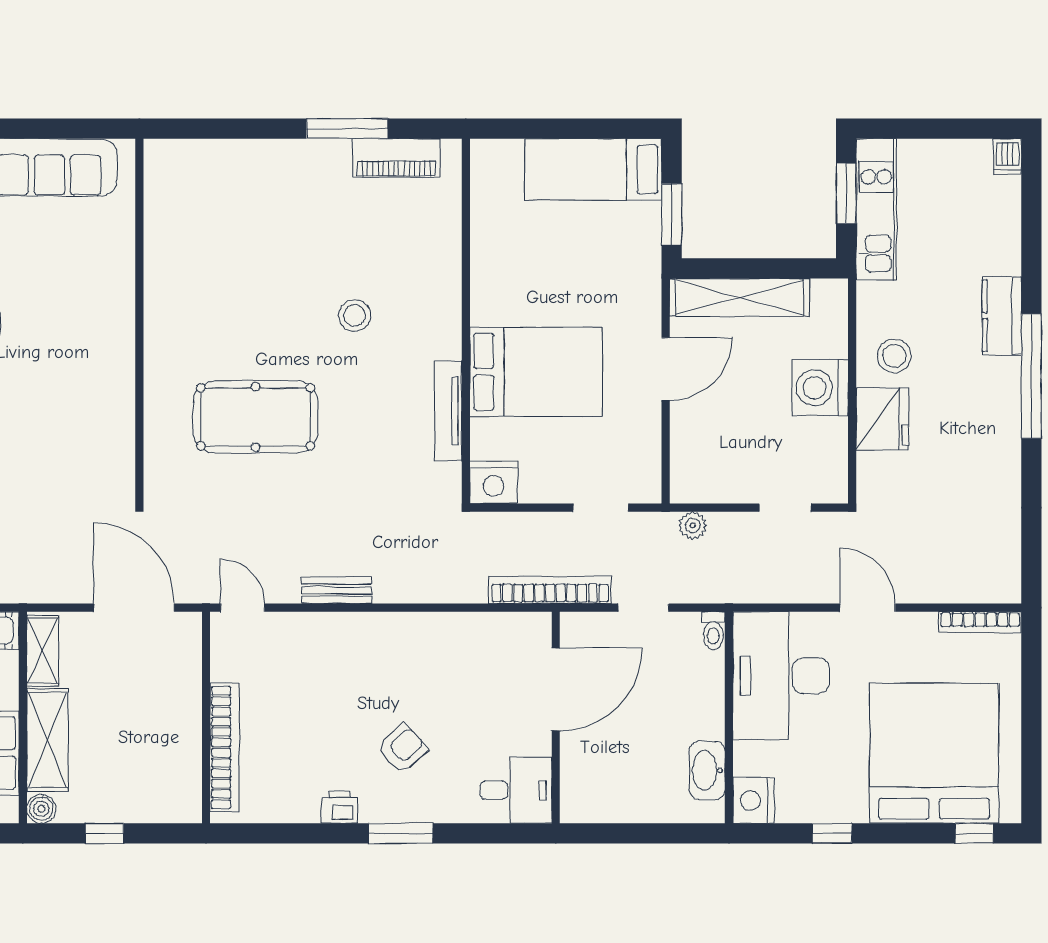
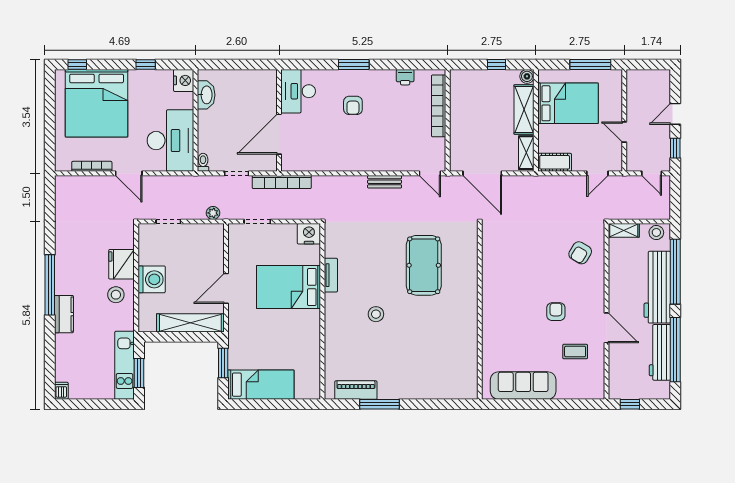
tv unit: (448, 411) -> (331, 275), width x0.71
pool table: (256, 417) -> (424, 265), turned 90
bookcase: (980, 622) -> (92, 166), moved
armchair: (402, 749) -> (353, 105), turned -47
desk: (516, 790) -> (298, 91), width x1.37
printer: (340, 807) -> (405, 77), moved

